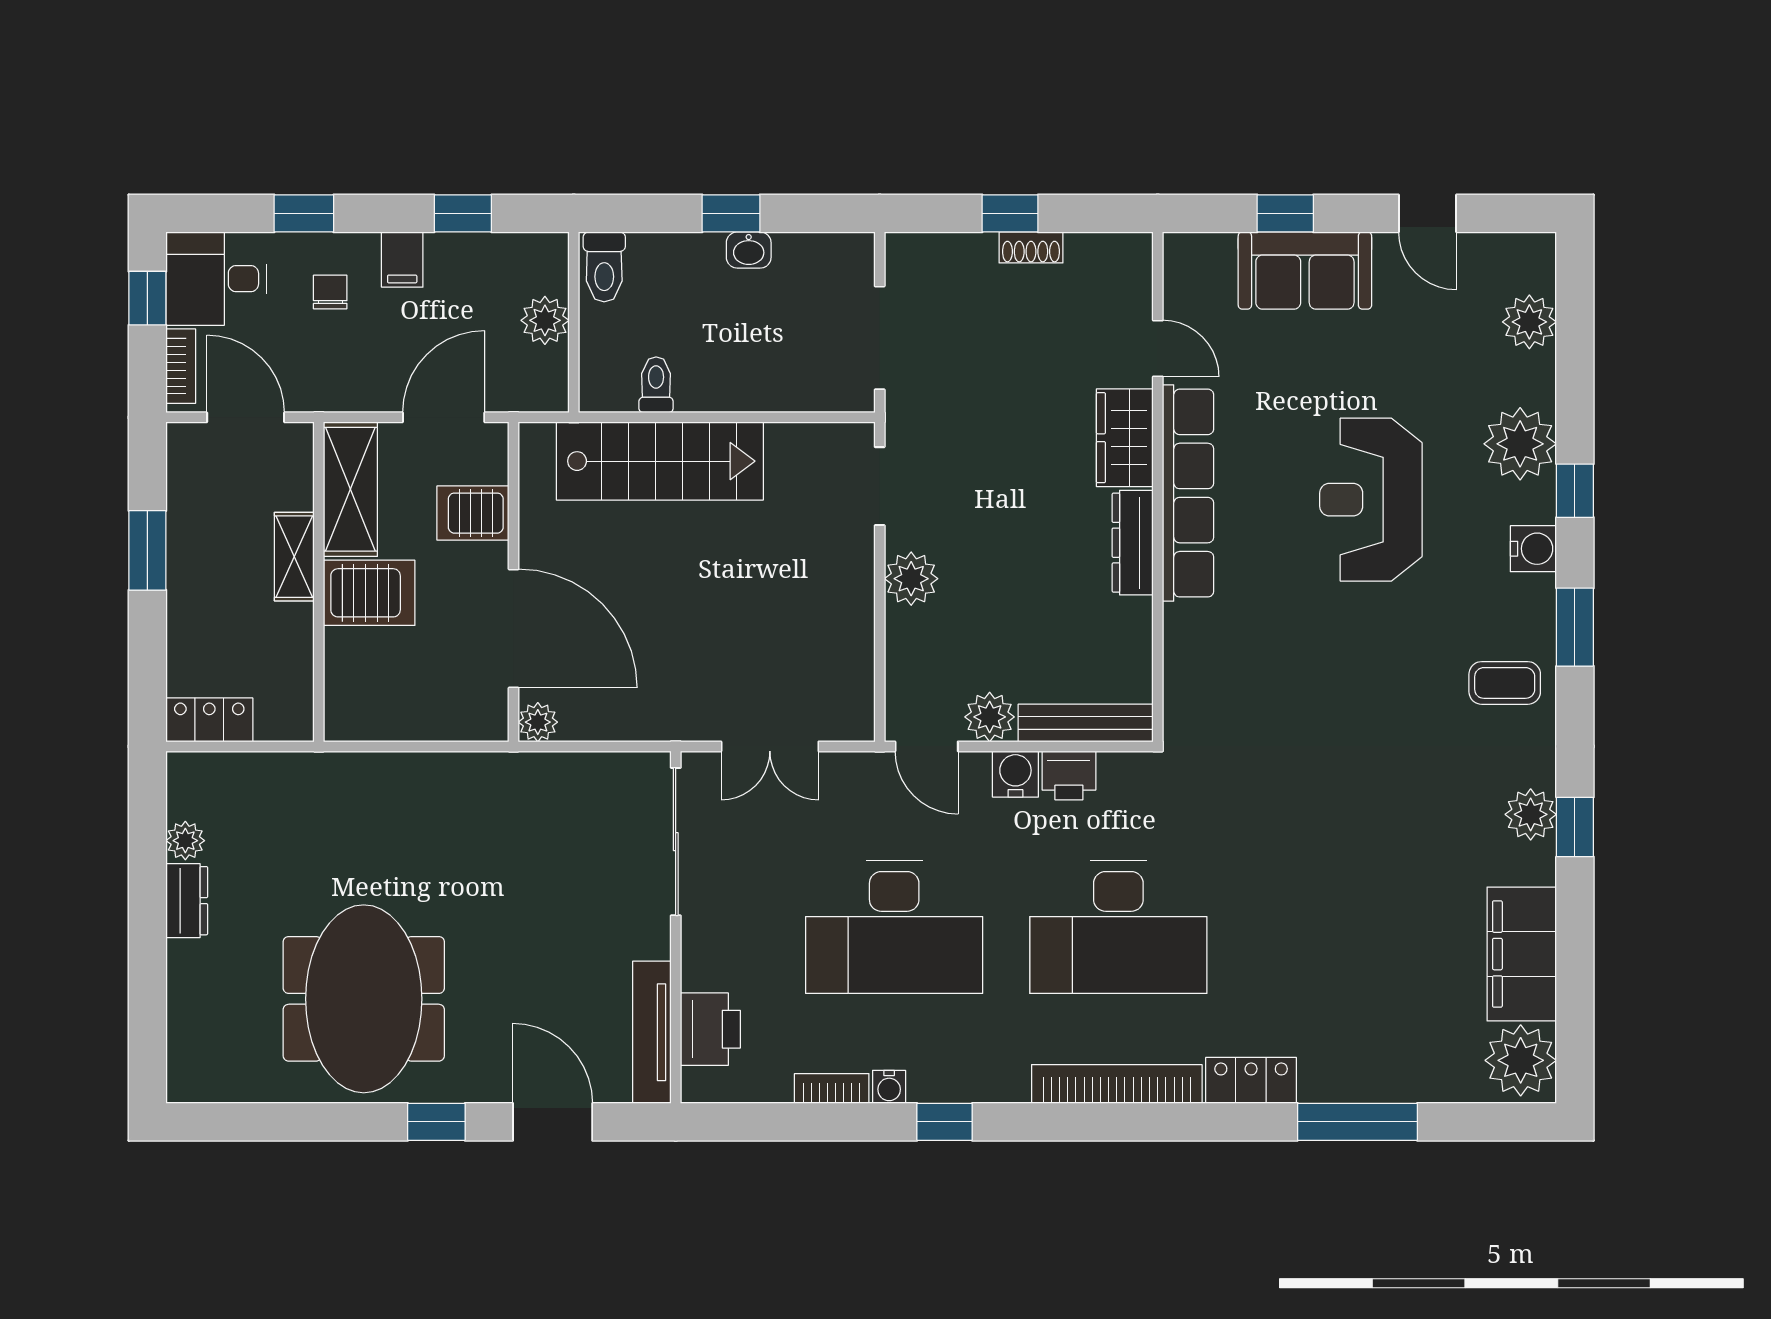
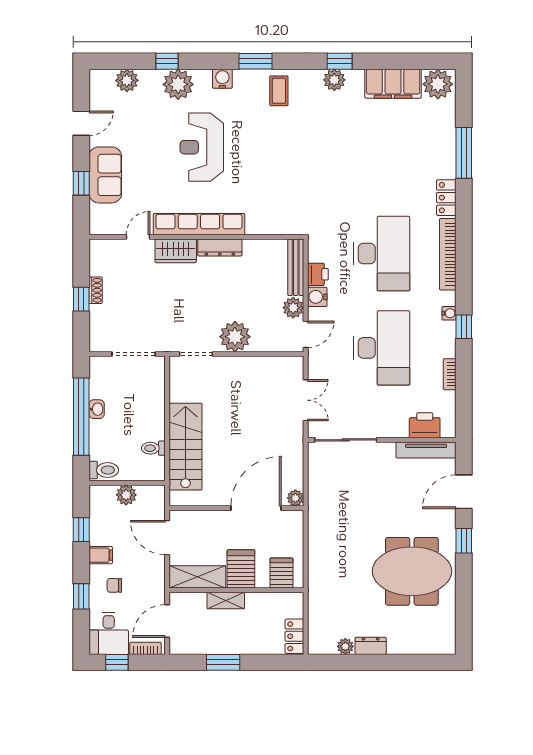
window: (731, 213) -> (81, 417), width x3.17
window: (1575, 491) -> (167, 61), moved
reception desk: (1371, 500) -> (202, 147), turned 90
server rack: (473, 513) -> (281, 573), moved, turned 180
plant: (911, 579) -> (235, 337), width x1.36, depth x1.36
water cooler: (889, 1087) -> (449, 313), moved

